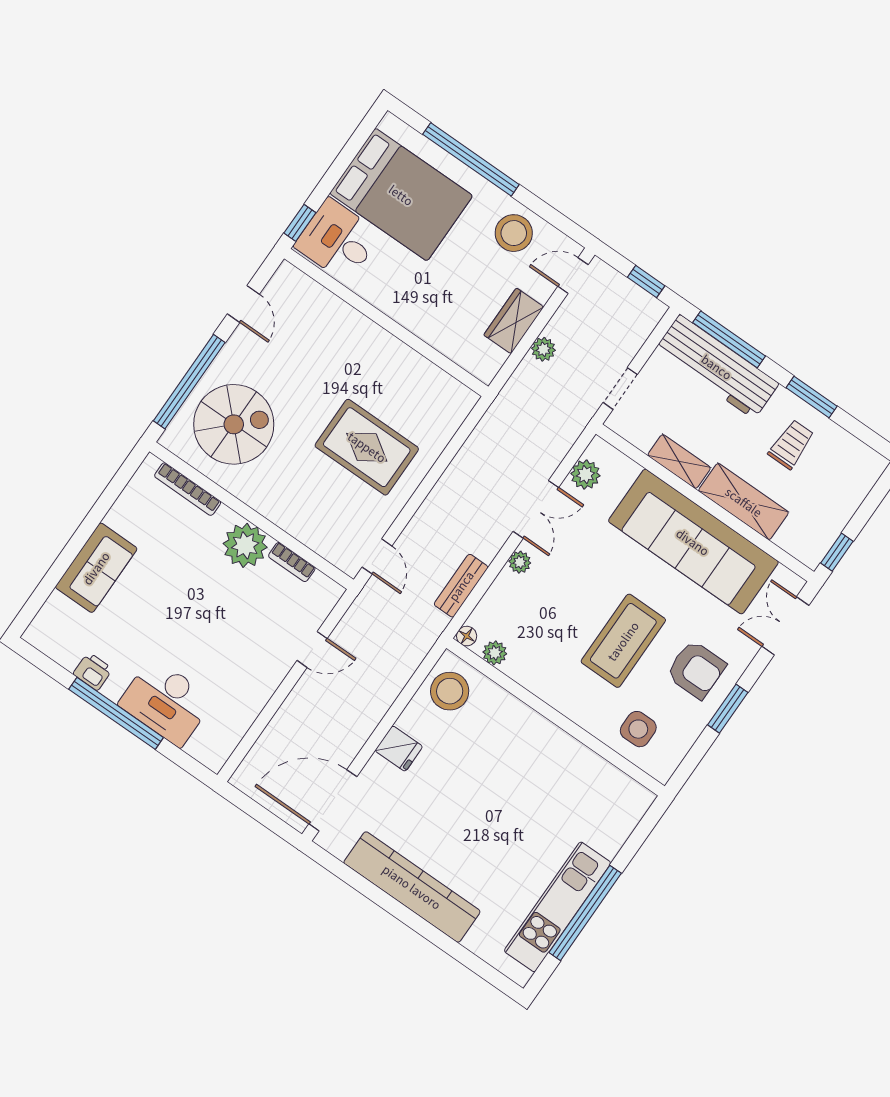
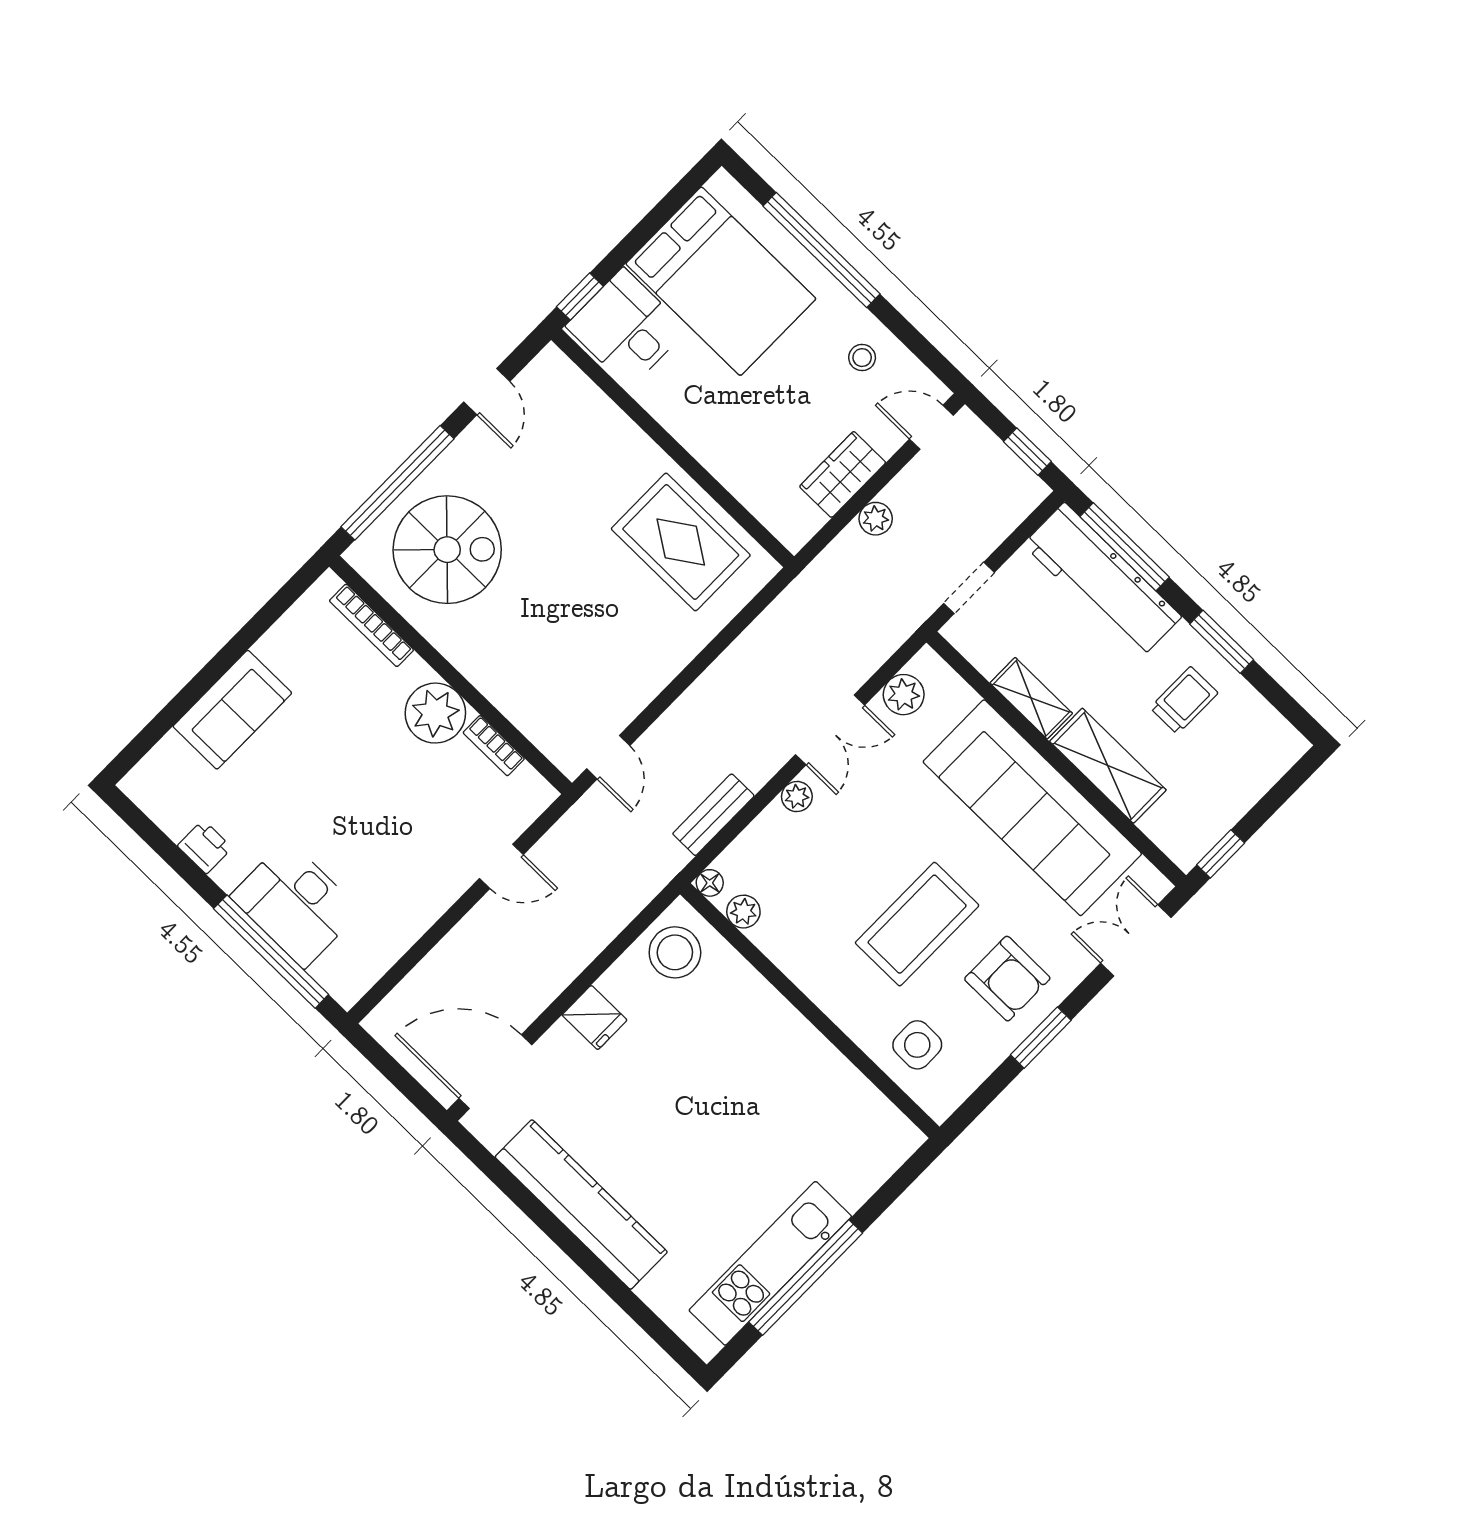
stool: (514, 233) -> (862, 358), width x0.53, depth x0.53
rug: (367, 447) -> (681, 542), moved
window: (116, 713) -> (271, 952), moved

